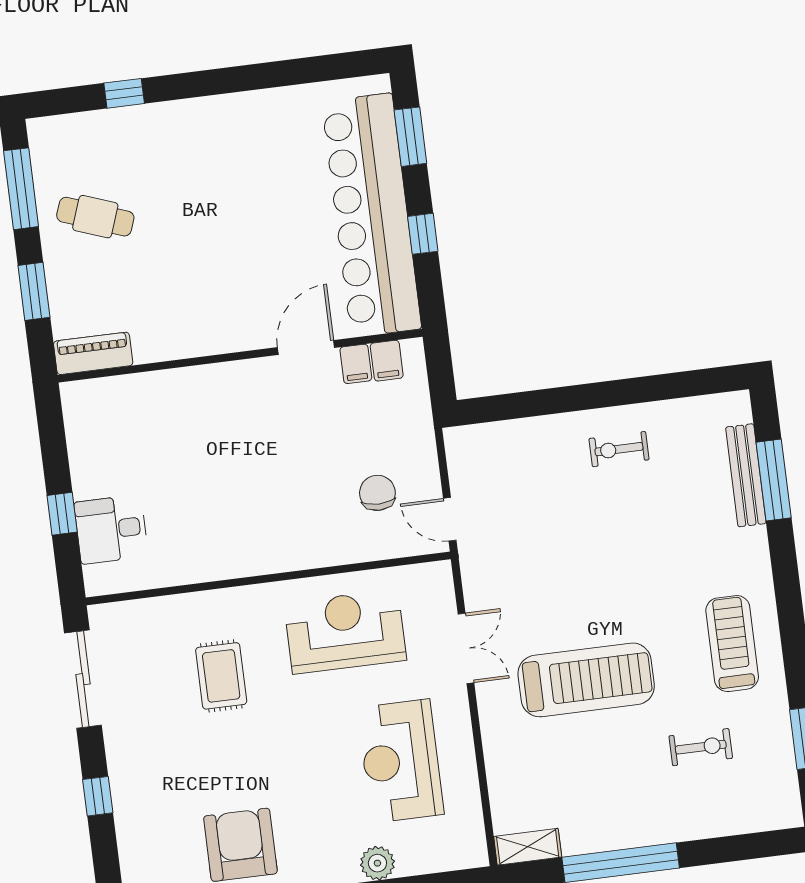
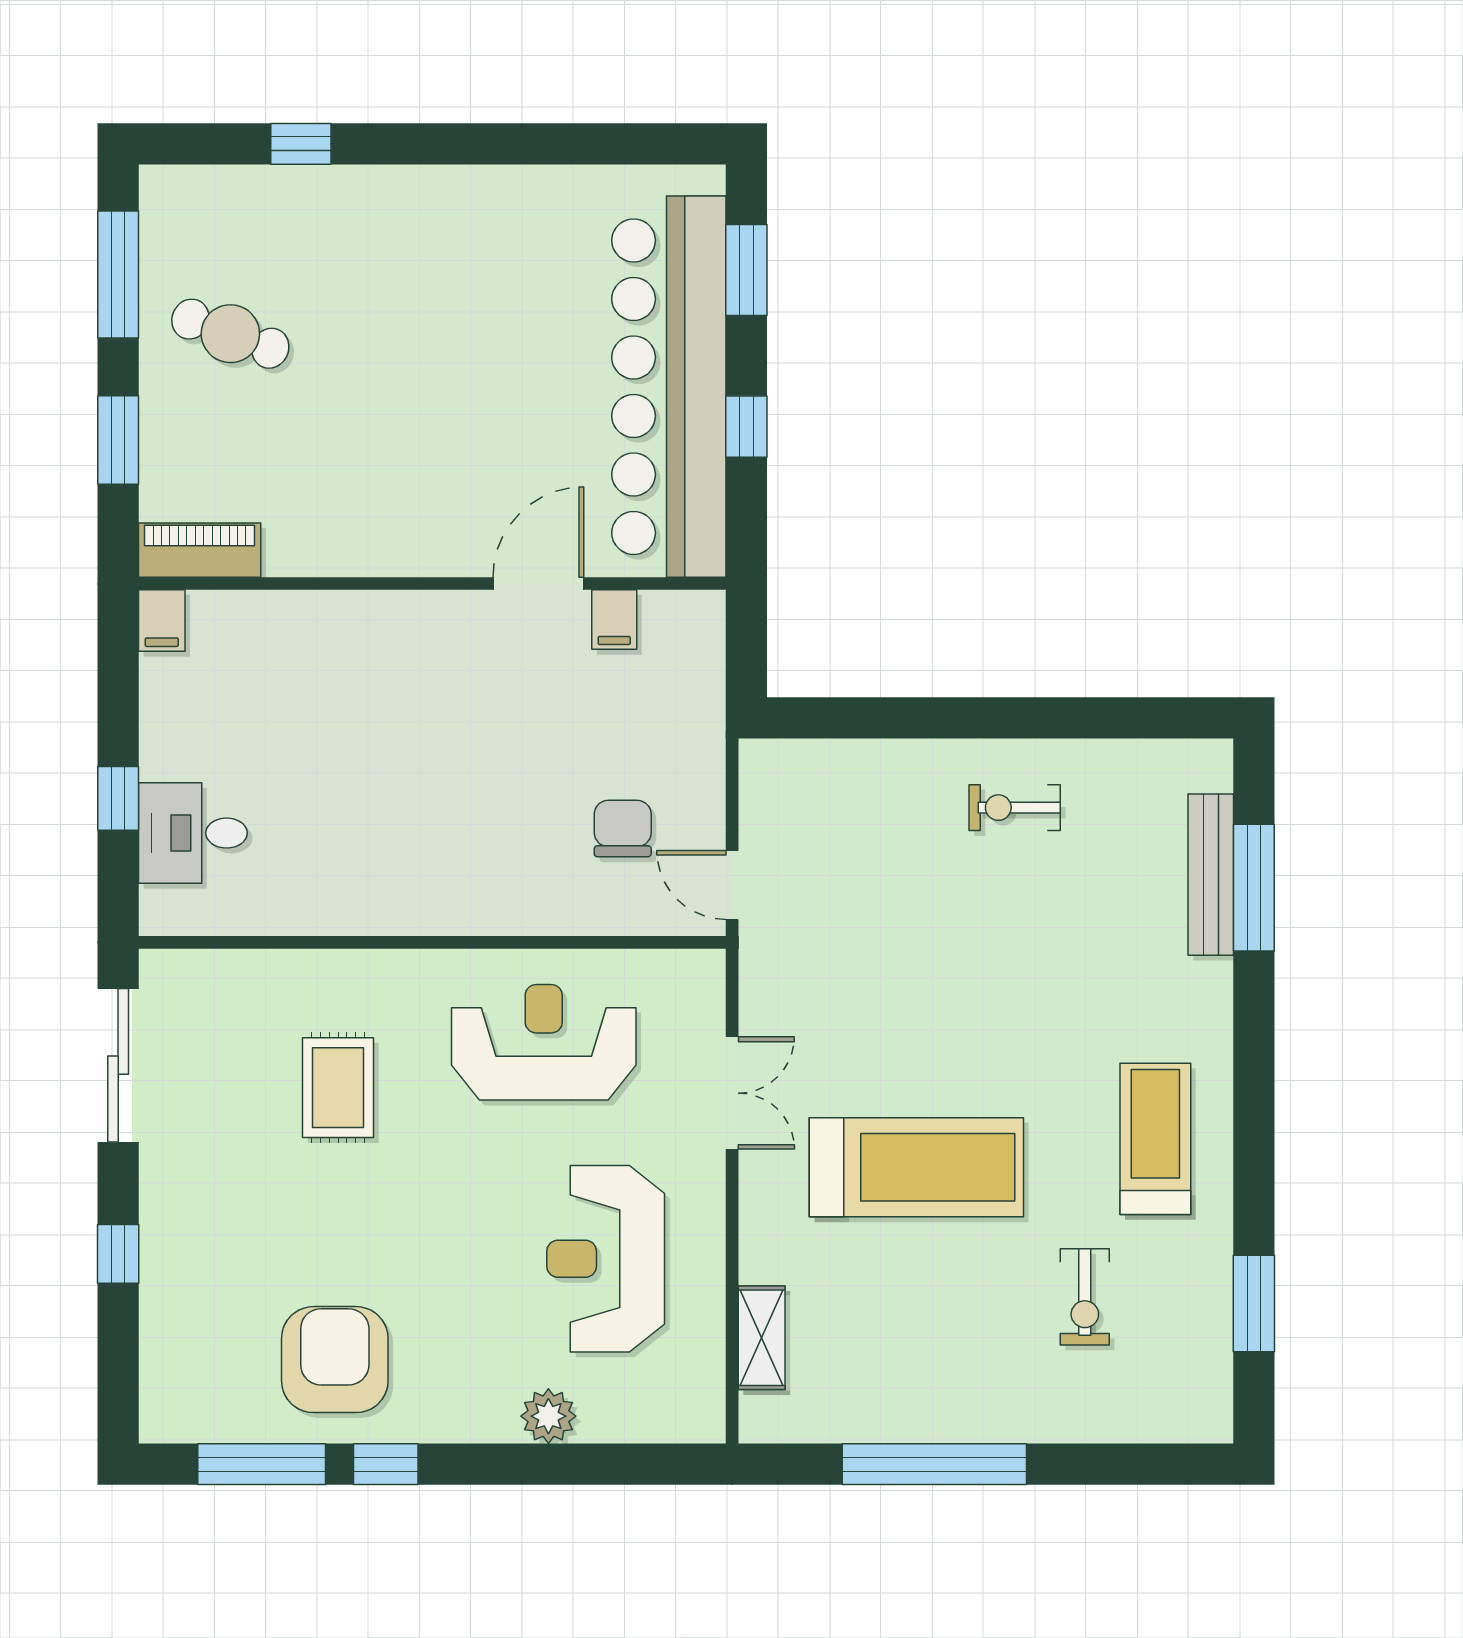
filing cabinet: (387, 361) -> (162, 621), moved
exercise bike: (701, 747) -> (1085, 1297), turned 90
shelving: (528, 847) -> (762, 1338), moved, turned 90

